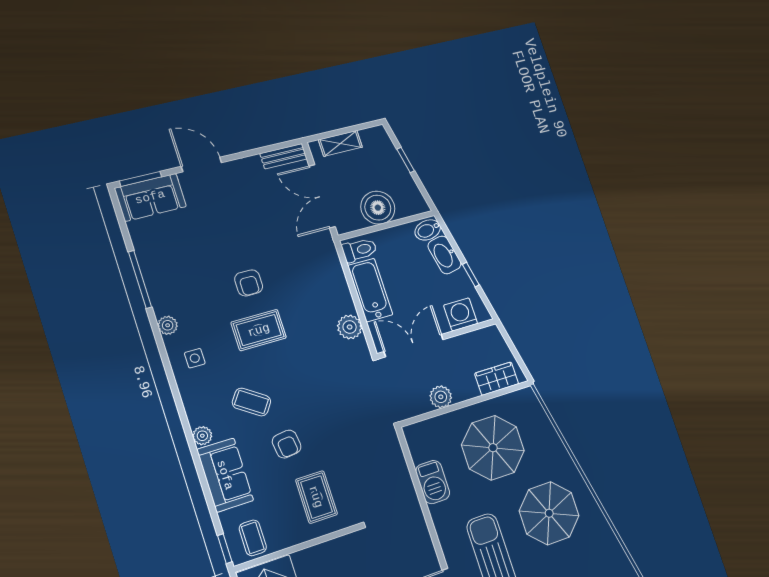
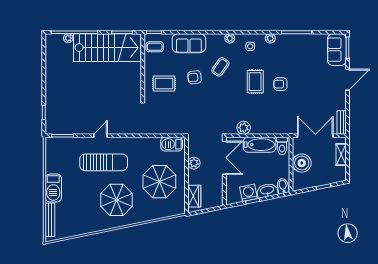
washing machine: (461, 314) -> (249, 193), moved, turned -102
plant: (202, 436) -> (230, 38), moved
barbecue: (433, 482) -> (172, 144), moved

